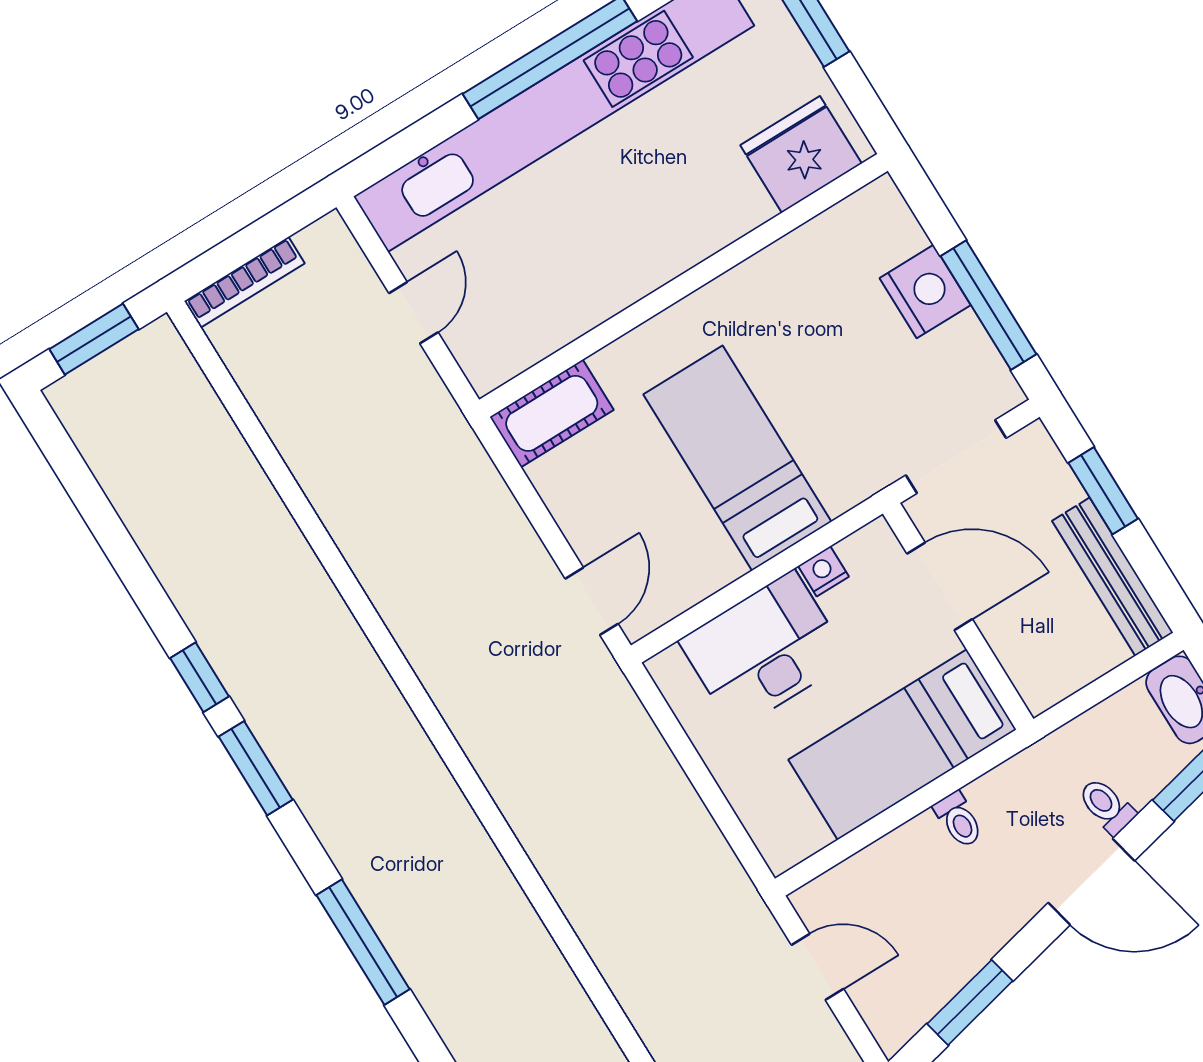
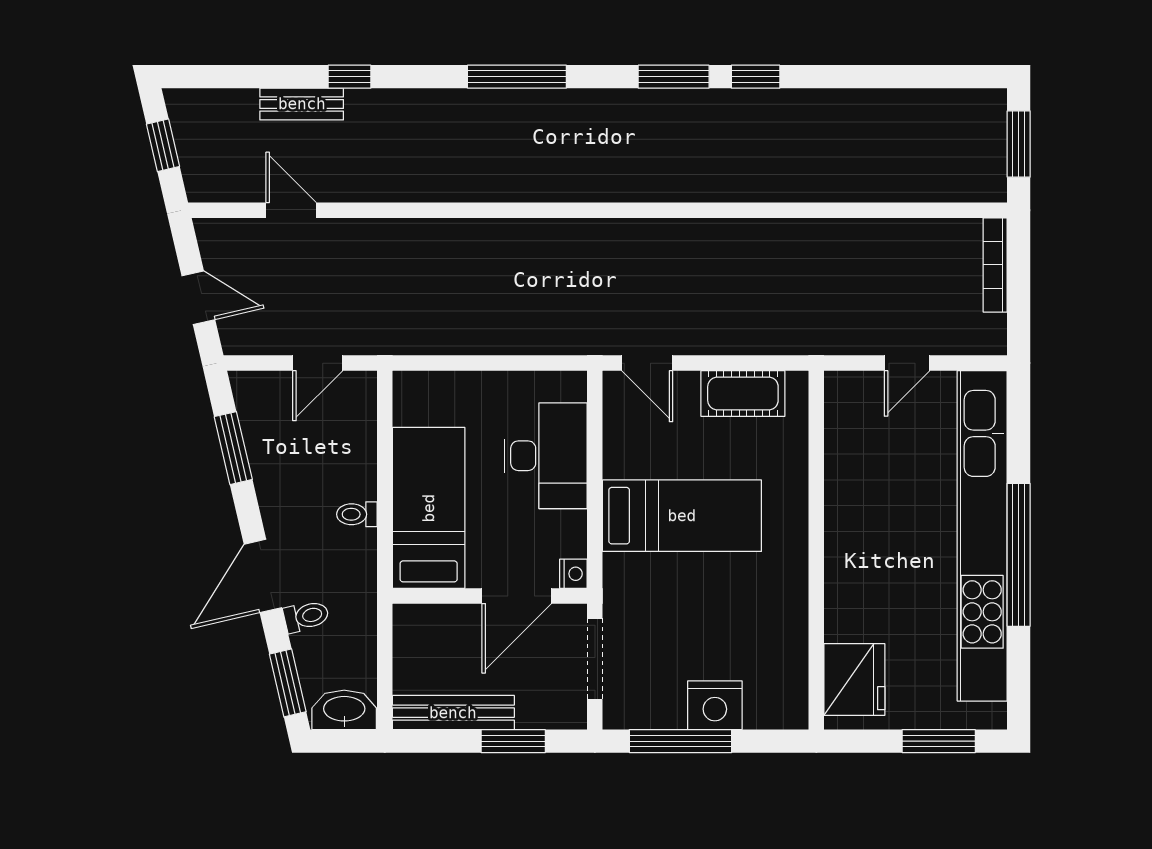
door: (414, 313) -> (907, 363), hinge flipped
cot: (552, 413) -> (743, 393), moved, turned 90
nightstand: (823, 571) -> (573, 574), moved

